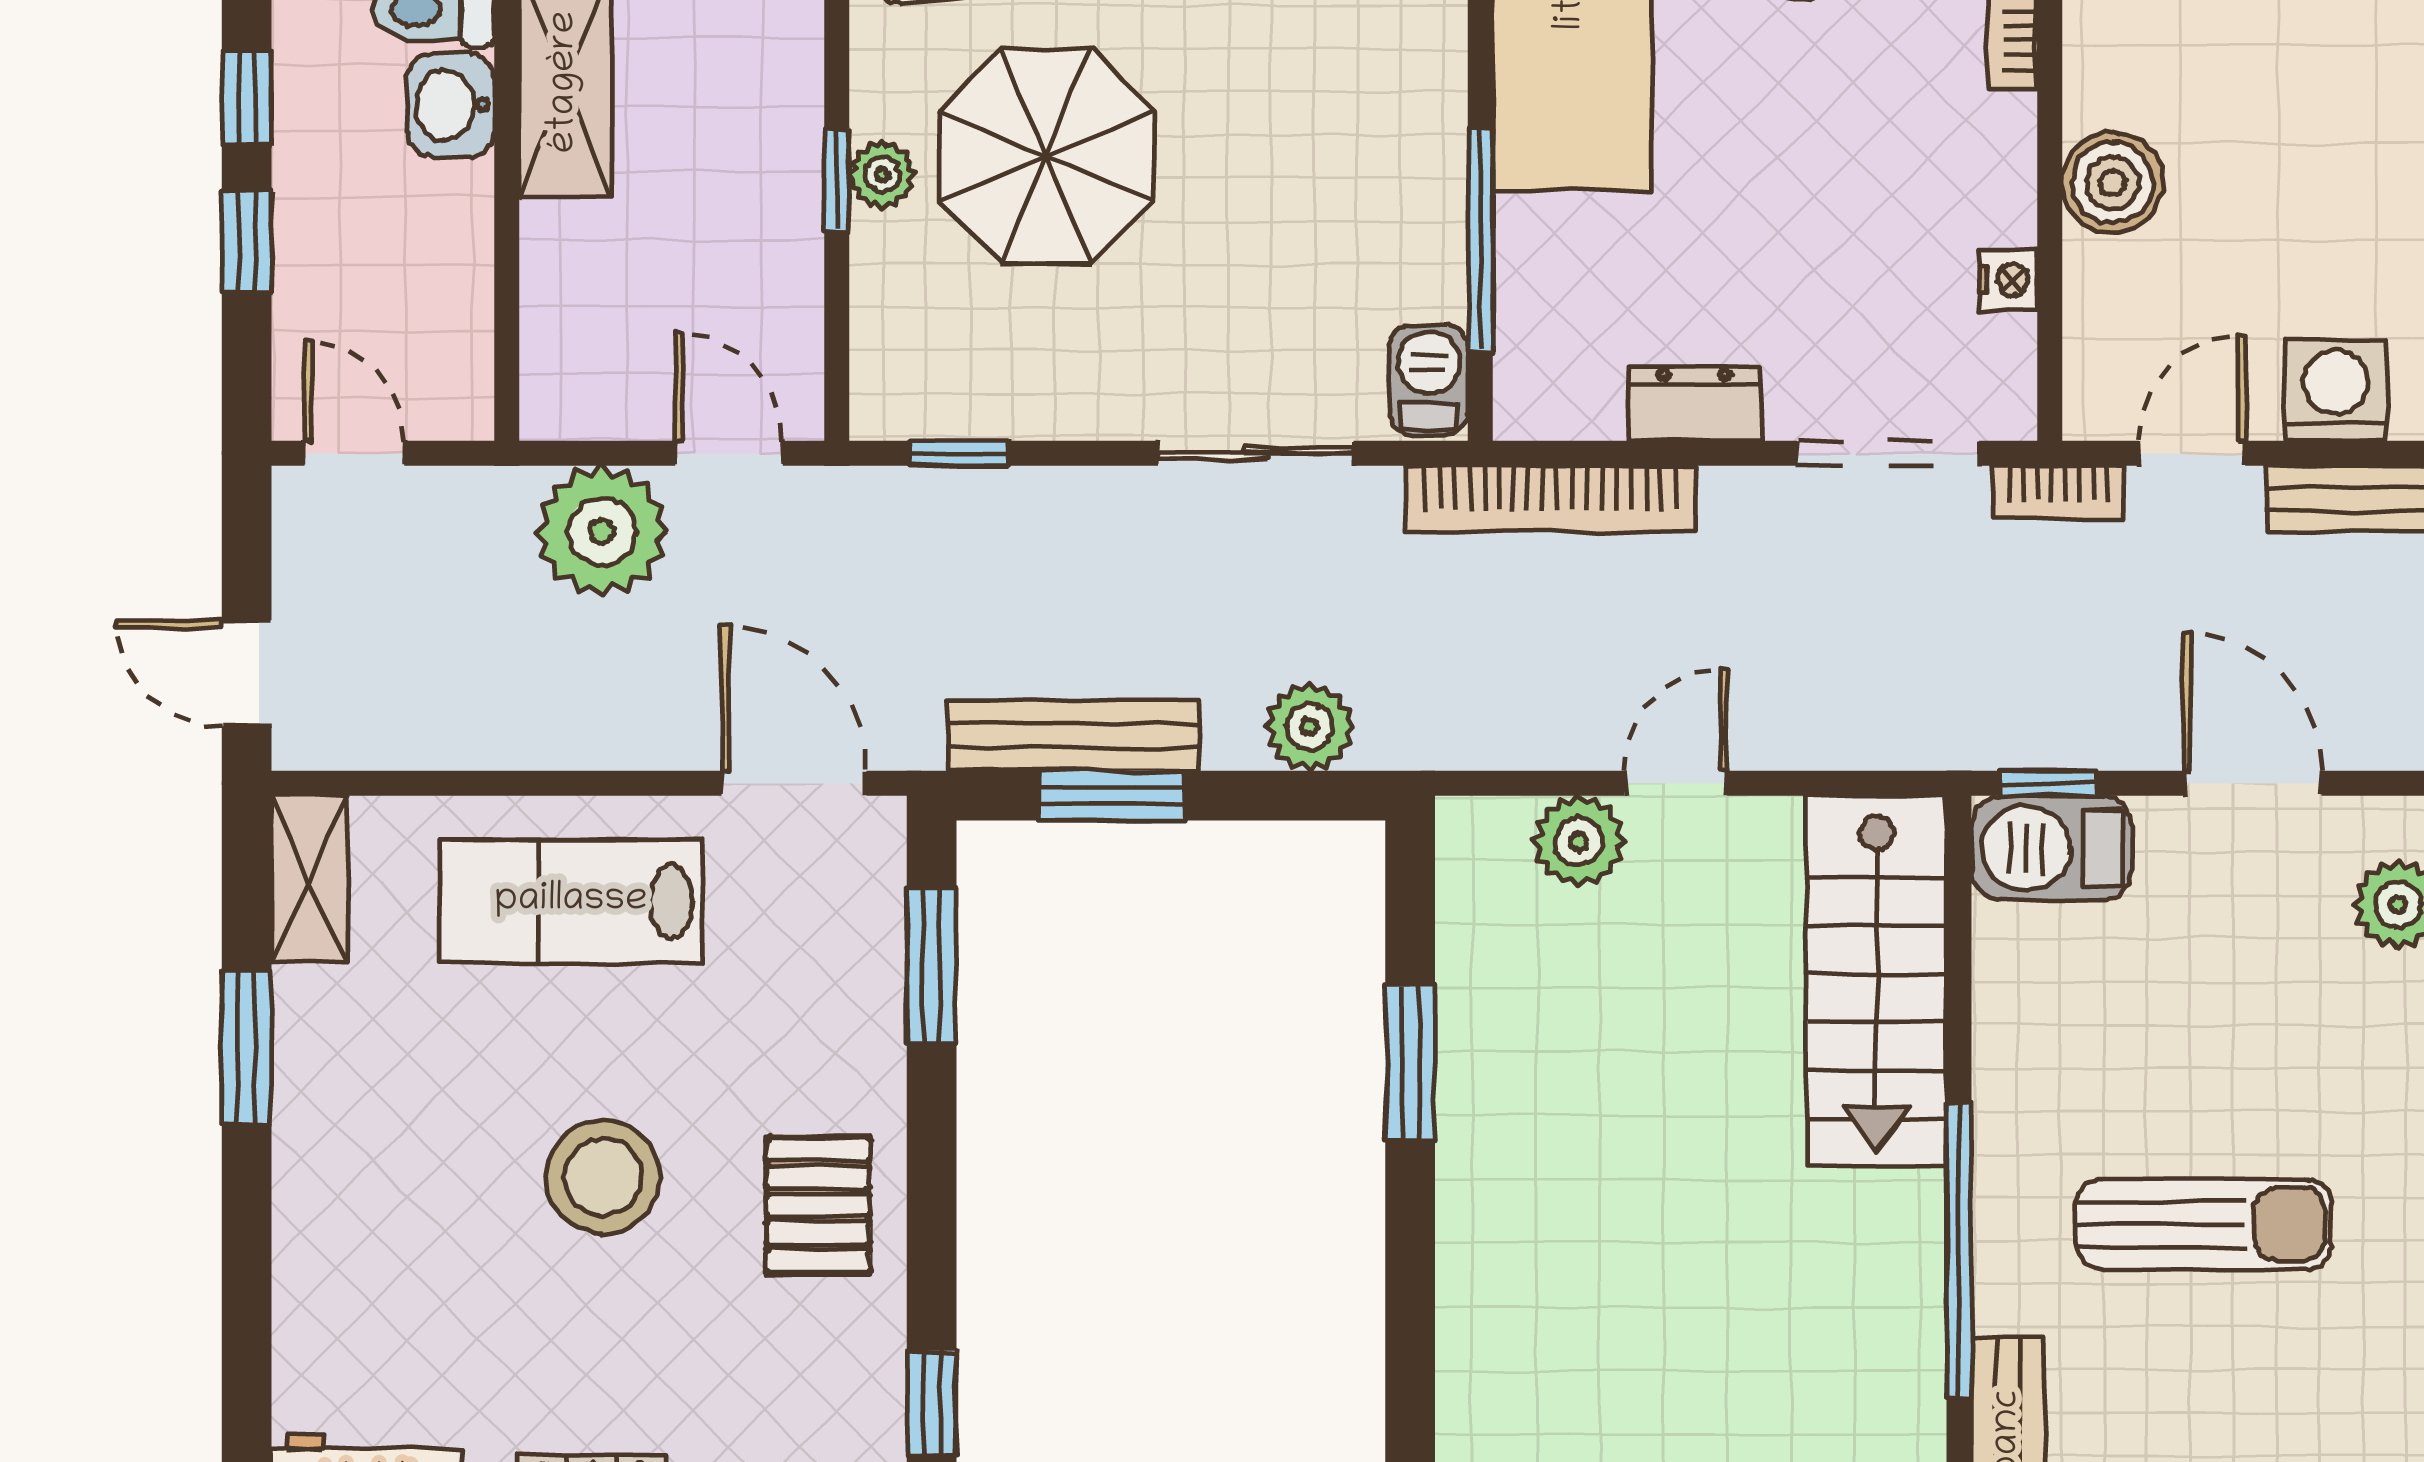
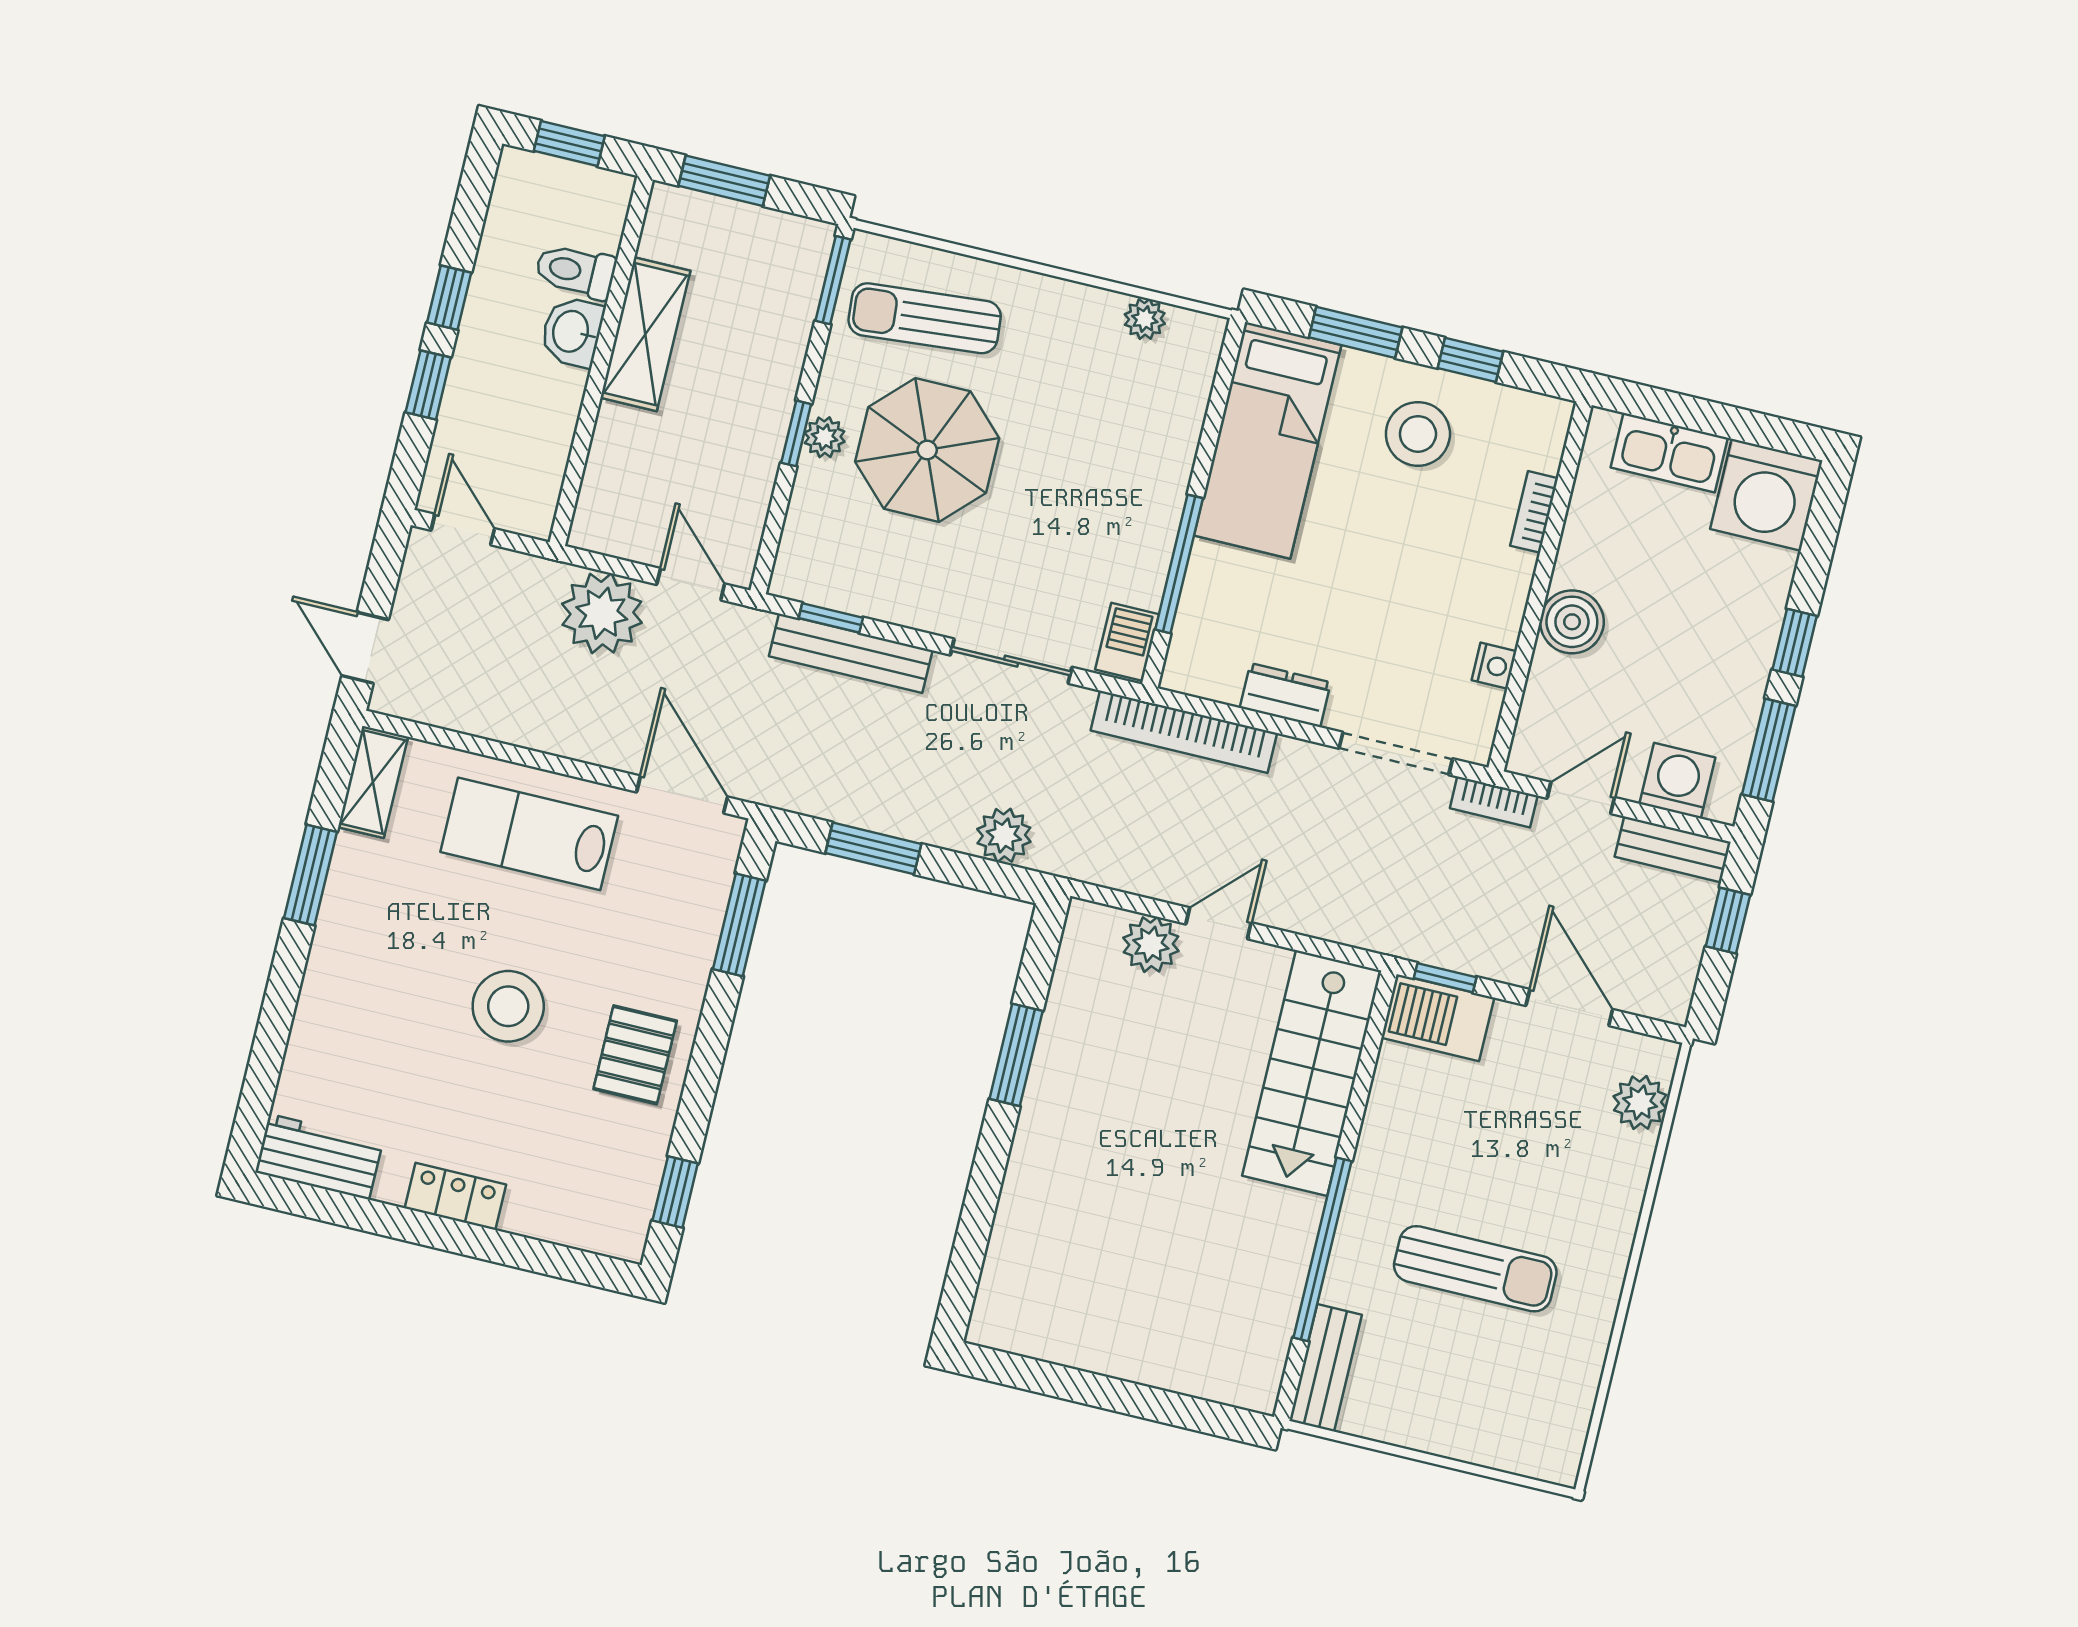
bench: (1074, 736) -> (851, 653), moved

